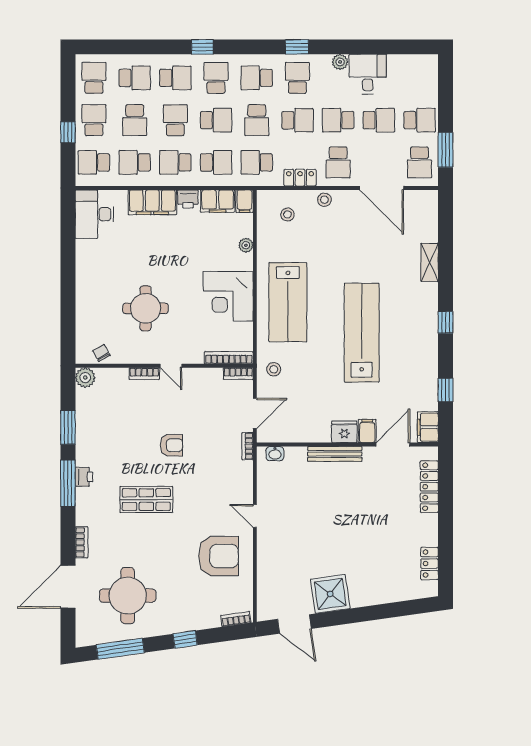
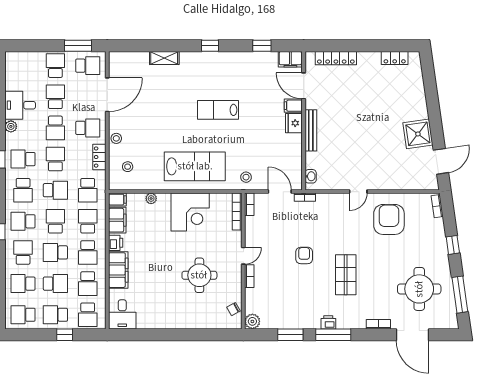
school desk: (135, 78) -> (23, 284), turned -90
desk: (94, 214) -> (122, 314), width x0.73
lab bench: (362, 333) -> (218, 110), width x0.54, depth x0.72

